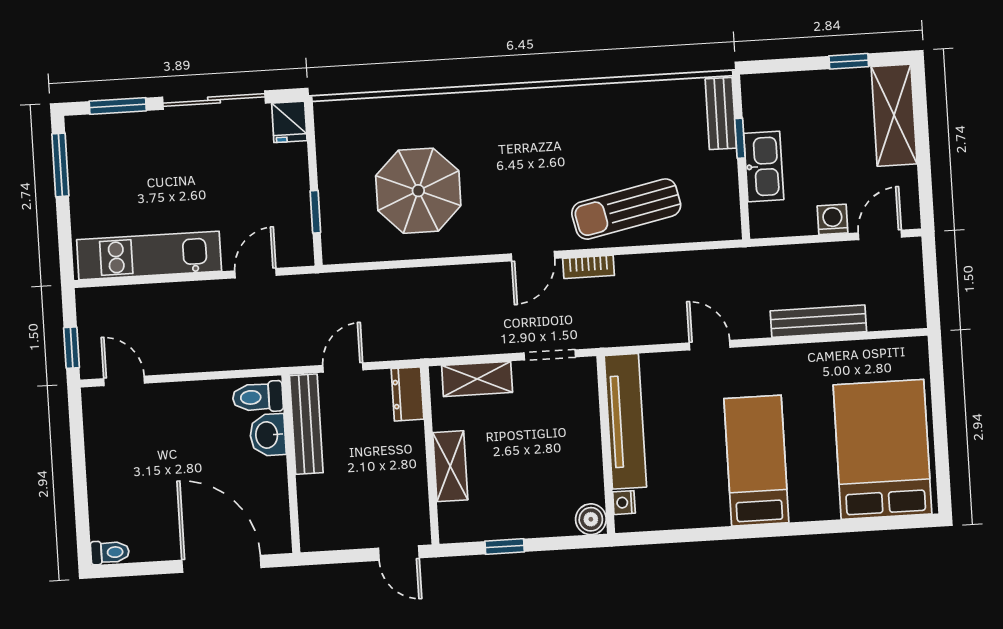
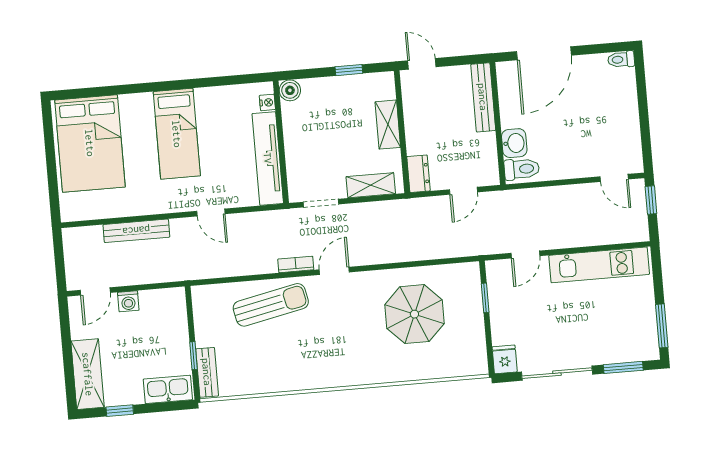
kitchen sink: (764, 166) -> (168, 389), moved, turned 90
bench: (306, 424) -> (483, 97), moved
door: (221, 564) -> (544, 53), hinge flipped

